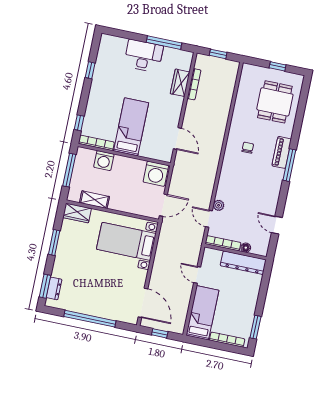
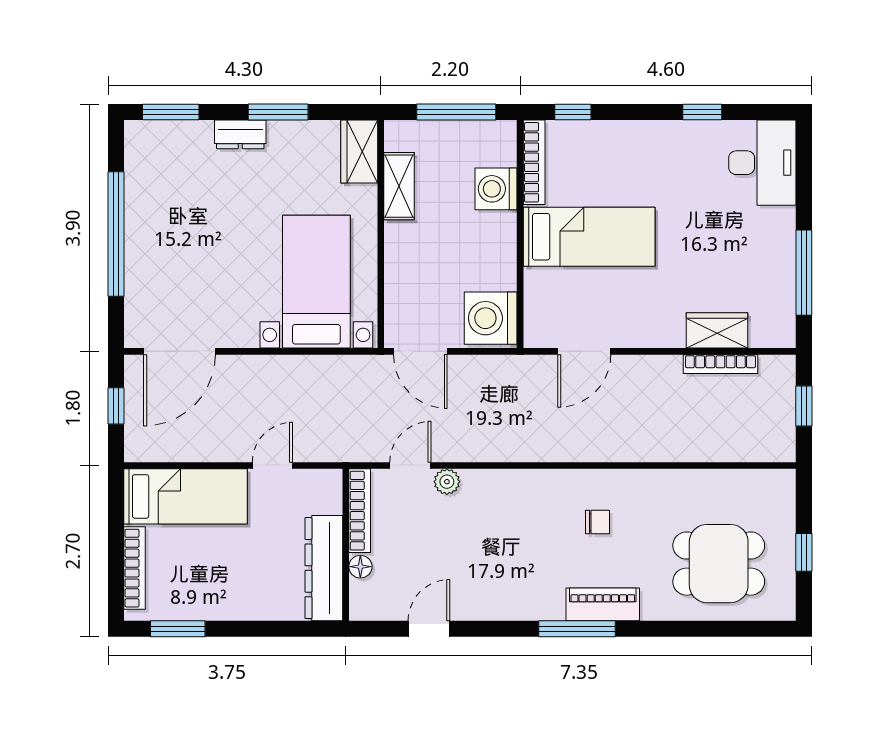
desk: (144, 56) -> (762, 163), moved
dresser: (54, 288) -> (240, 134), moved

